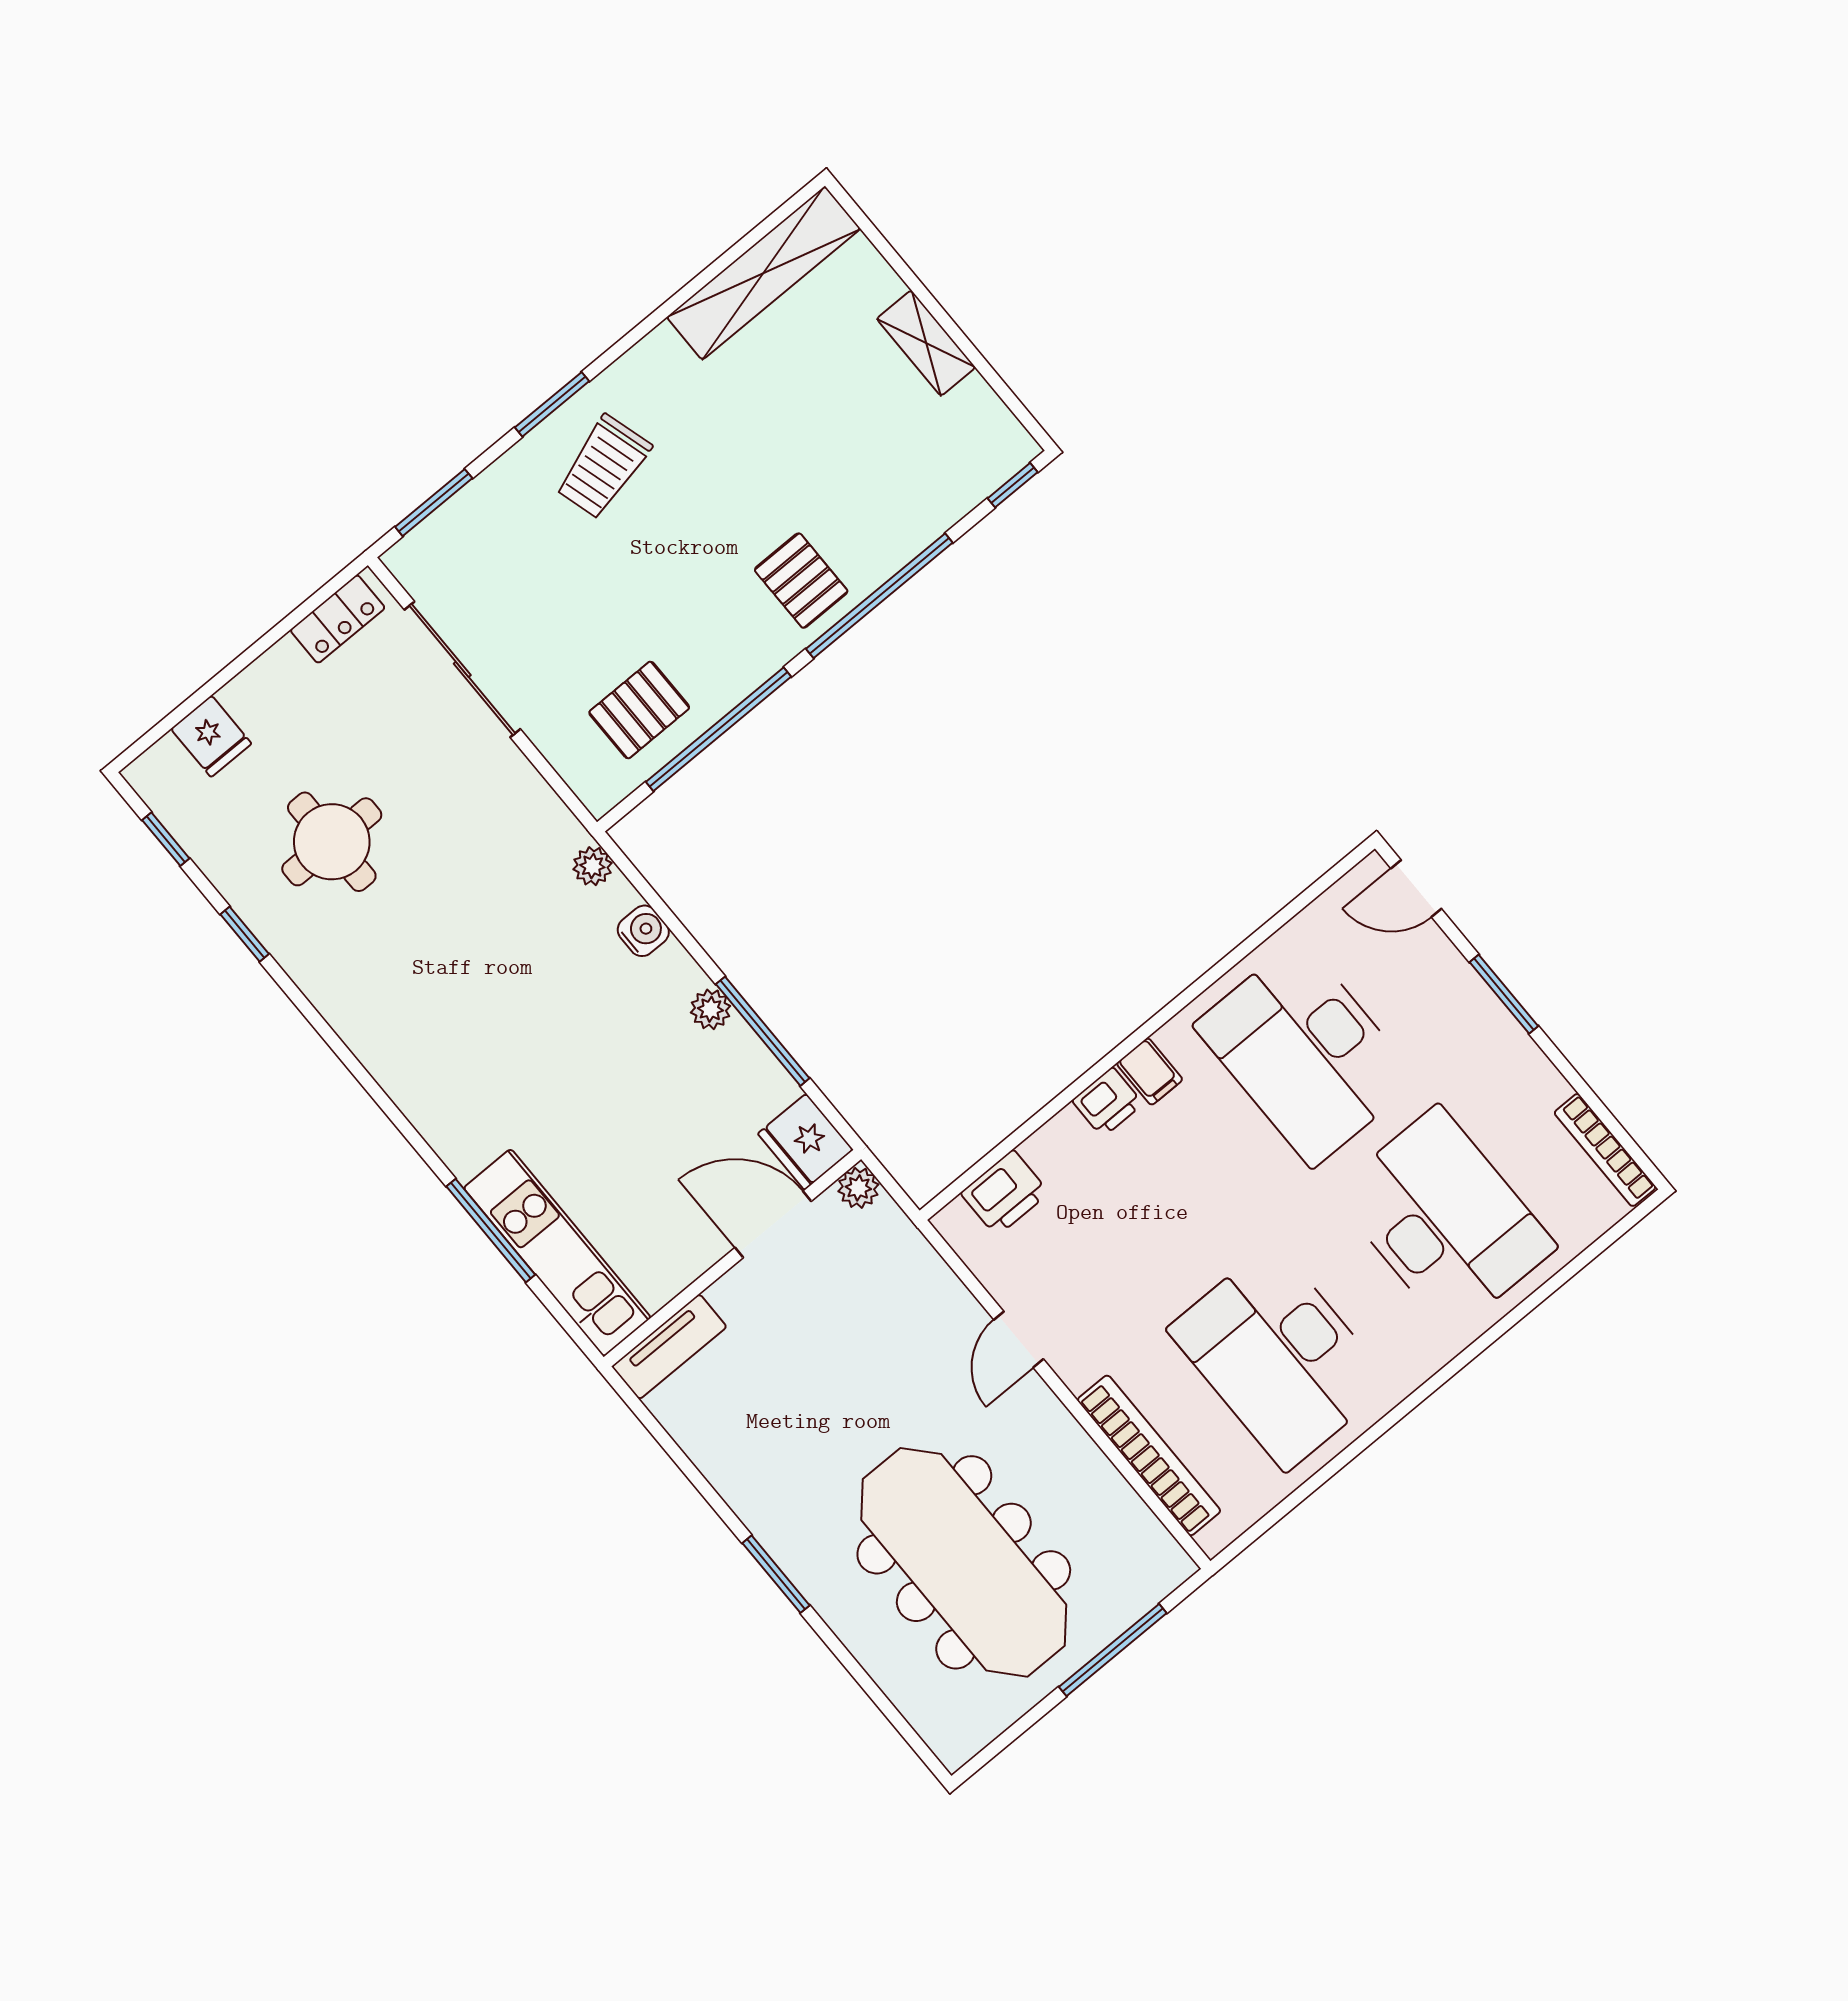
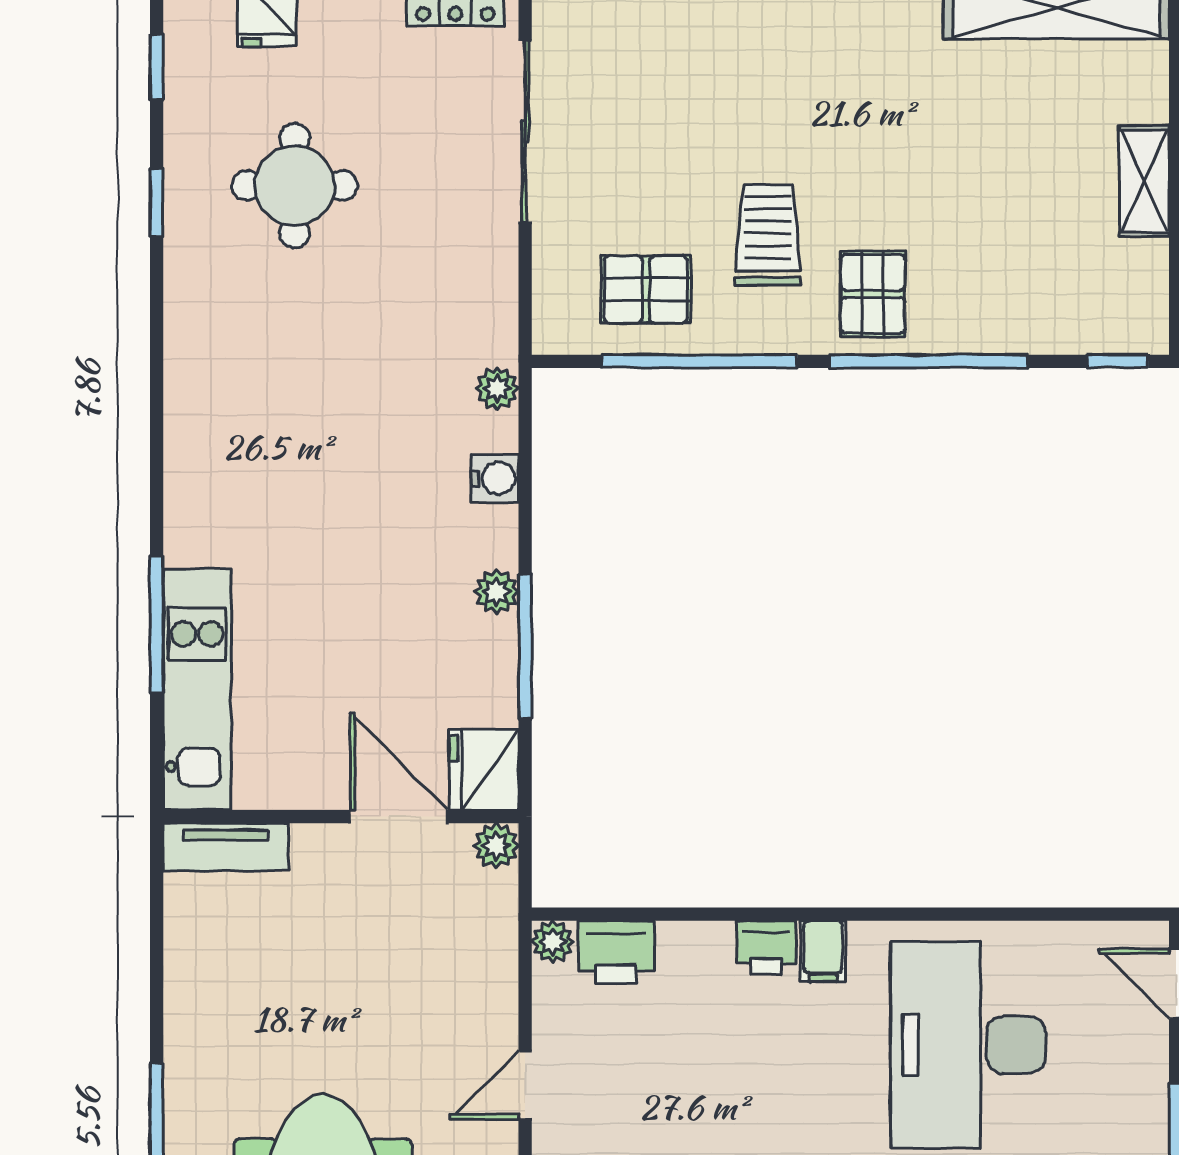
trolley: (603, 467) -> (768, 235), moved, turned 106
plant: (954, 1222) -> (553, 942), added

